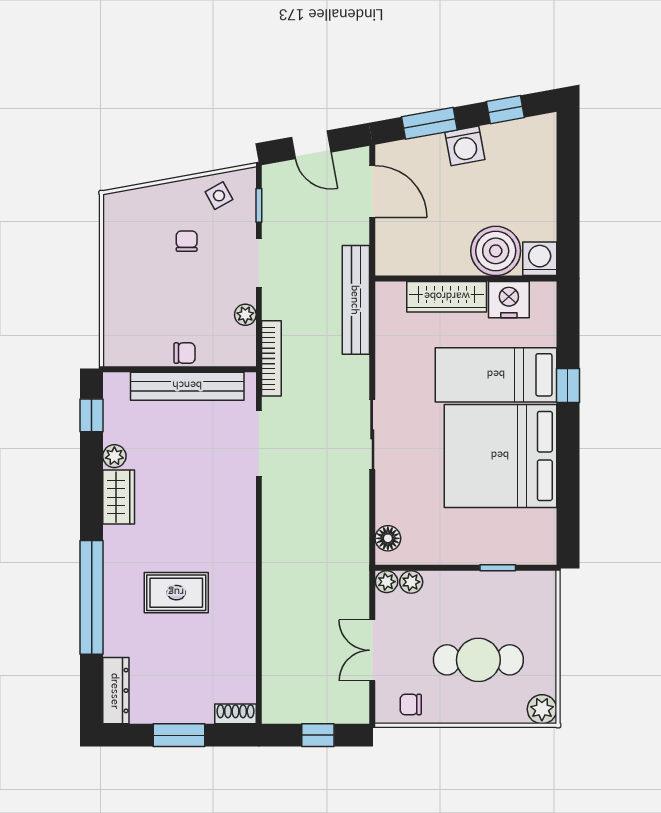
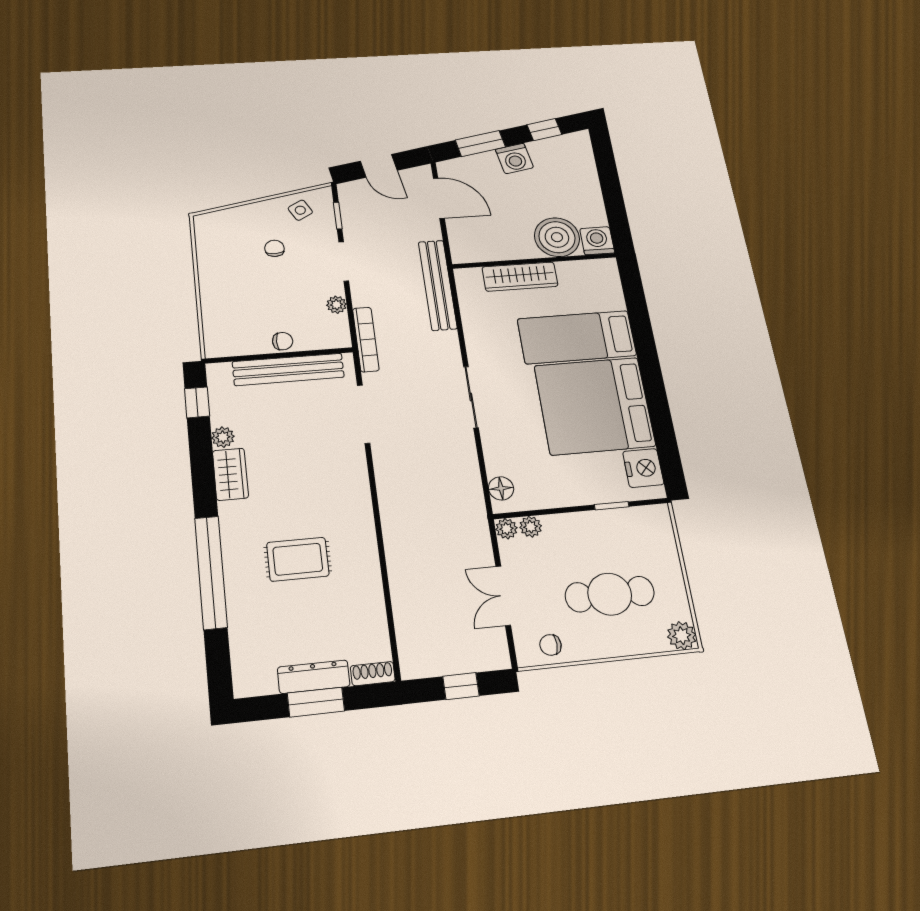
nightstand: (509, 300) -> (643, 468), moved, turned 90
window: (568, 385) -> (644, 341), removed
dresser: (116, 691) -> (314, 677), moved, turned -90

